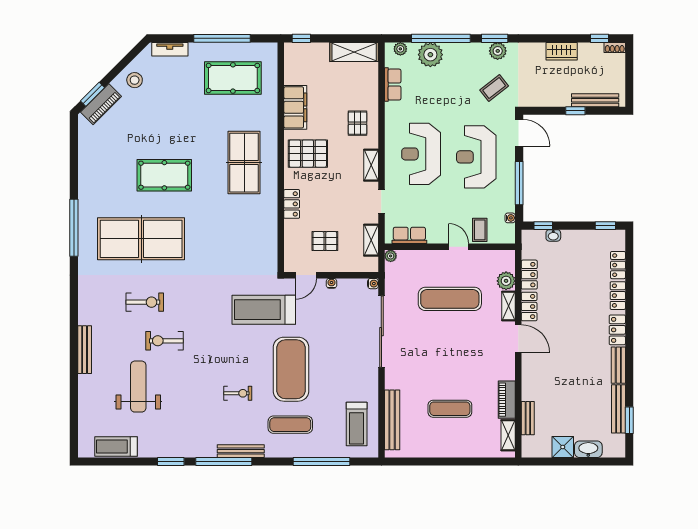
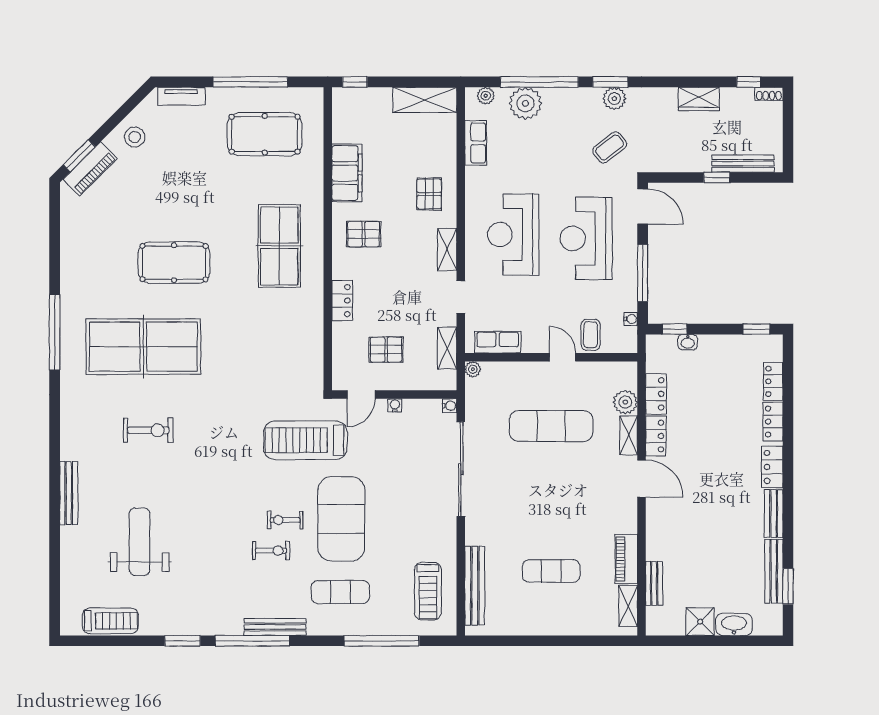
pallet: (308, 154) -> (364, 234), width x0.67, depth x0.71
exercise bike: (165, 341) -> (285, 520), moved, width x0.73, depth x0.72
treadmill: (116, 446) -> (110, 621), turned 180

